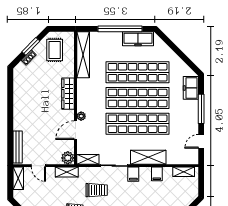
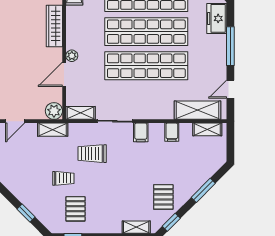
shelving: (148, 157) -> (198, 110), moved
door: (38, 166) -> (15, 121), hinge flipped
trolley: (97, 190) -> (92, 154), turned 180

